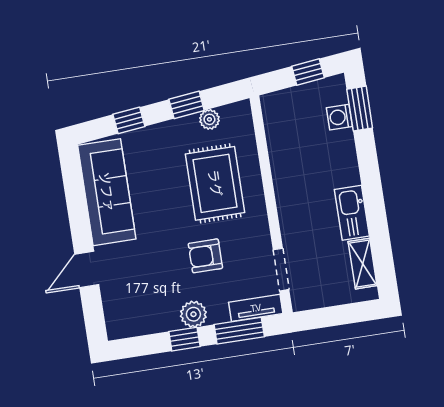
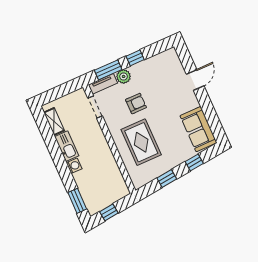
washing machine: (339, 117) -> (74, 166), moved
plant: (209, 119) -> (153, 174), removed
sofa: (107, 192) -> (199, 129), width x0.73
plant: (193, 314) -> (124, 76), moved

